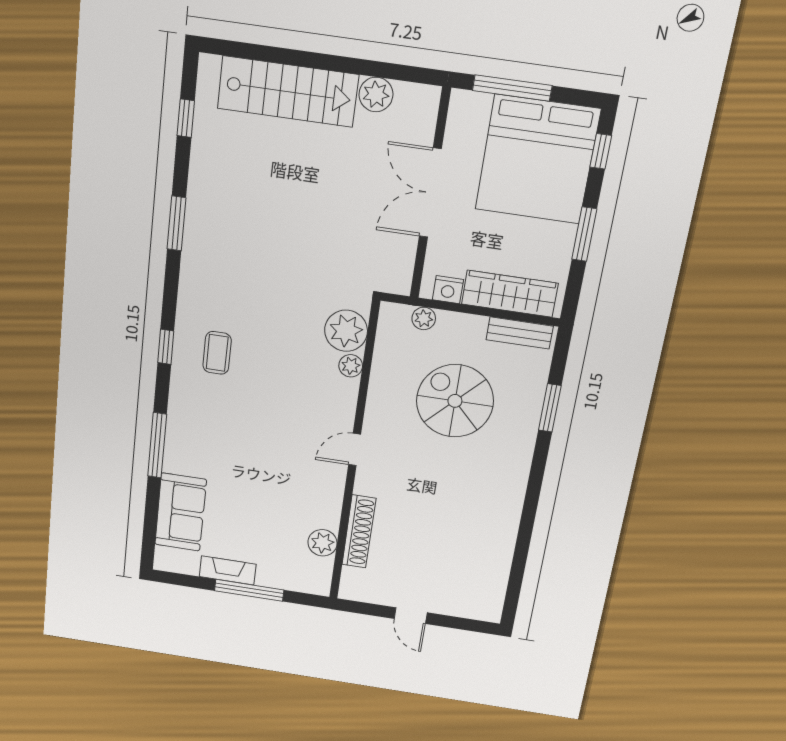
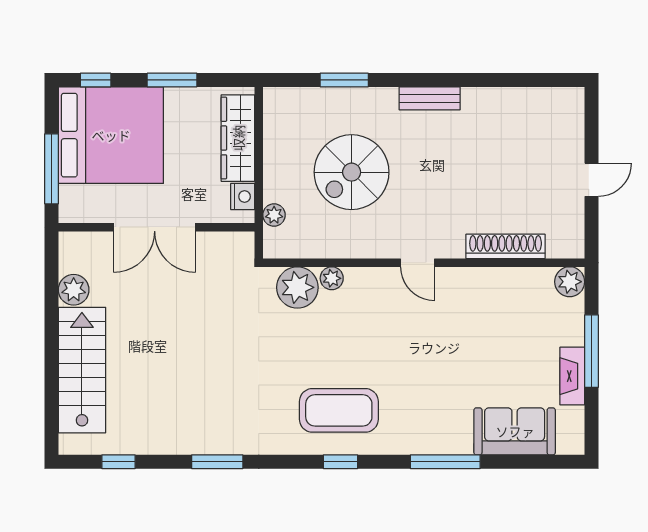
bench: (520, 333) -> (430, 98), moved, turned 90
coffee table: (217, 353) -> (339, 410), width x1.86, depth x1.72
plant: (322, 543) -> (570, 282), moved

